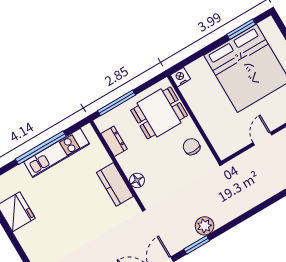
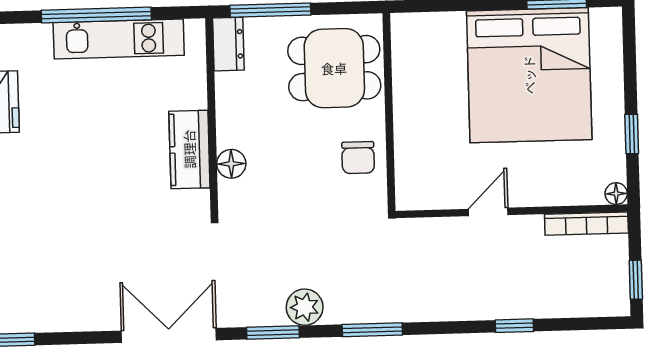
nightstand: (180, 77) -> (406, 27), removed
dresser: (114, 141) -> (228, 44), moved
chair: (192, 147) -> (358, 158), turned 180
window: (240, 219) -> (372, 330), added

